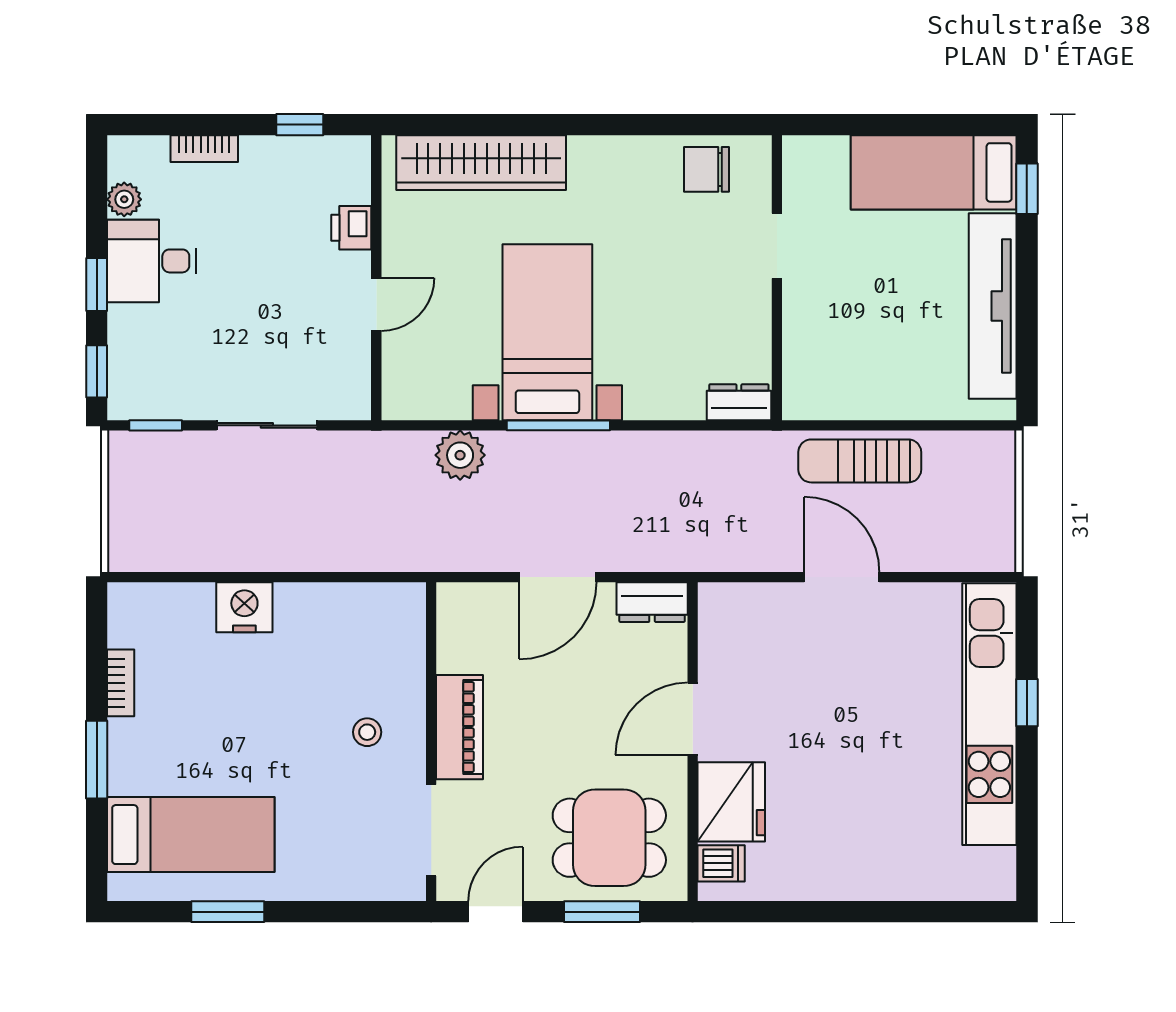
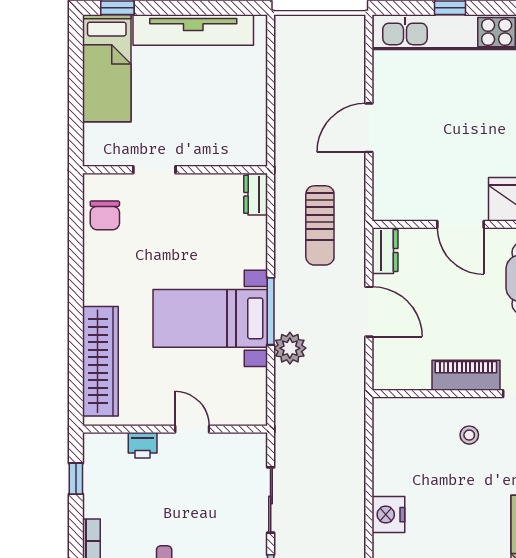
plant: (460, 455) -> (290, 348), moved
sun lounger: (860, 461) -> (320, 225), moved

